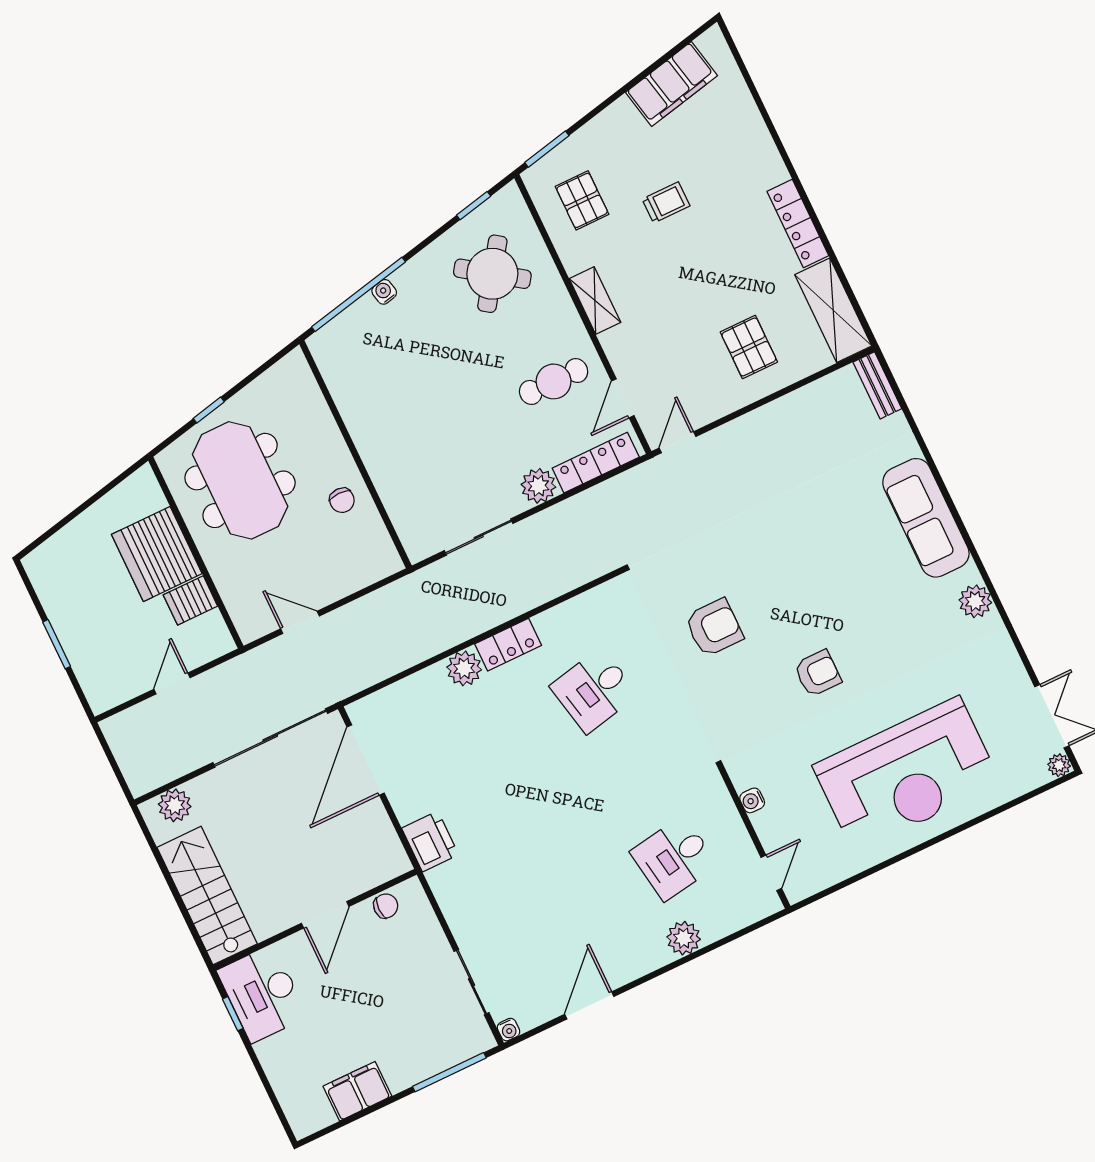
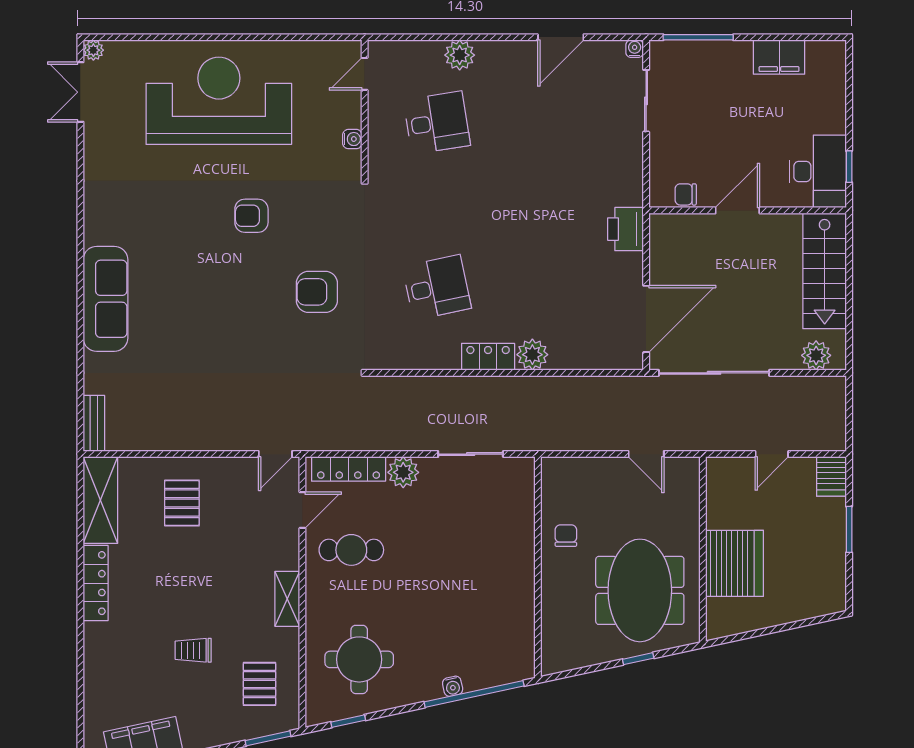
round table: (492, 274) -> (359, 659), turned -35
server rack: (190, 600) -> (831, 476), moved, turned 90
plant: (975, 601) -> (98, 213), removed

